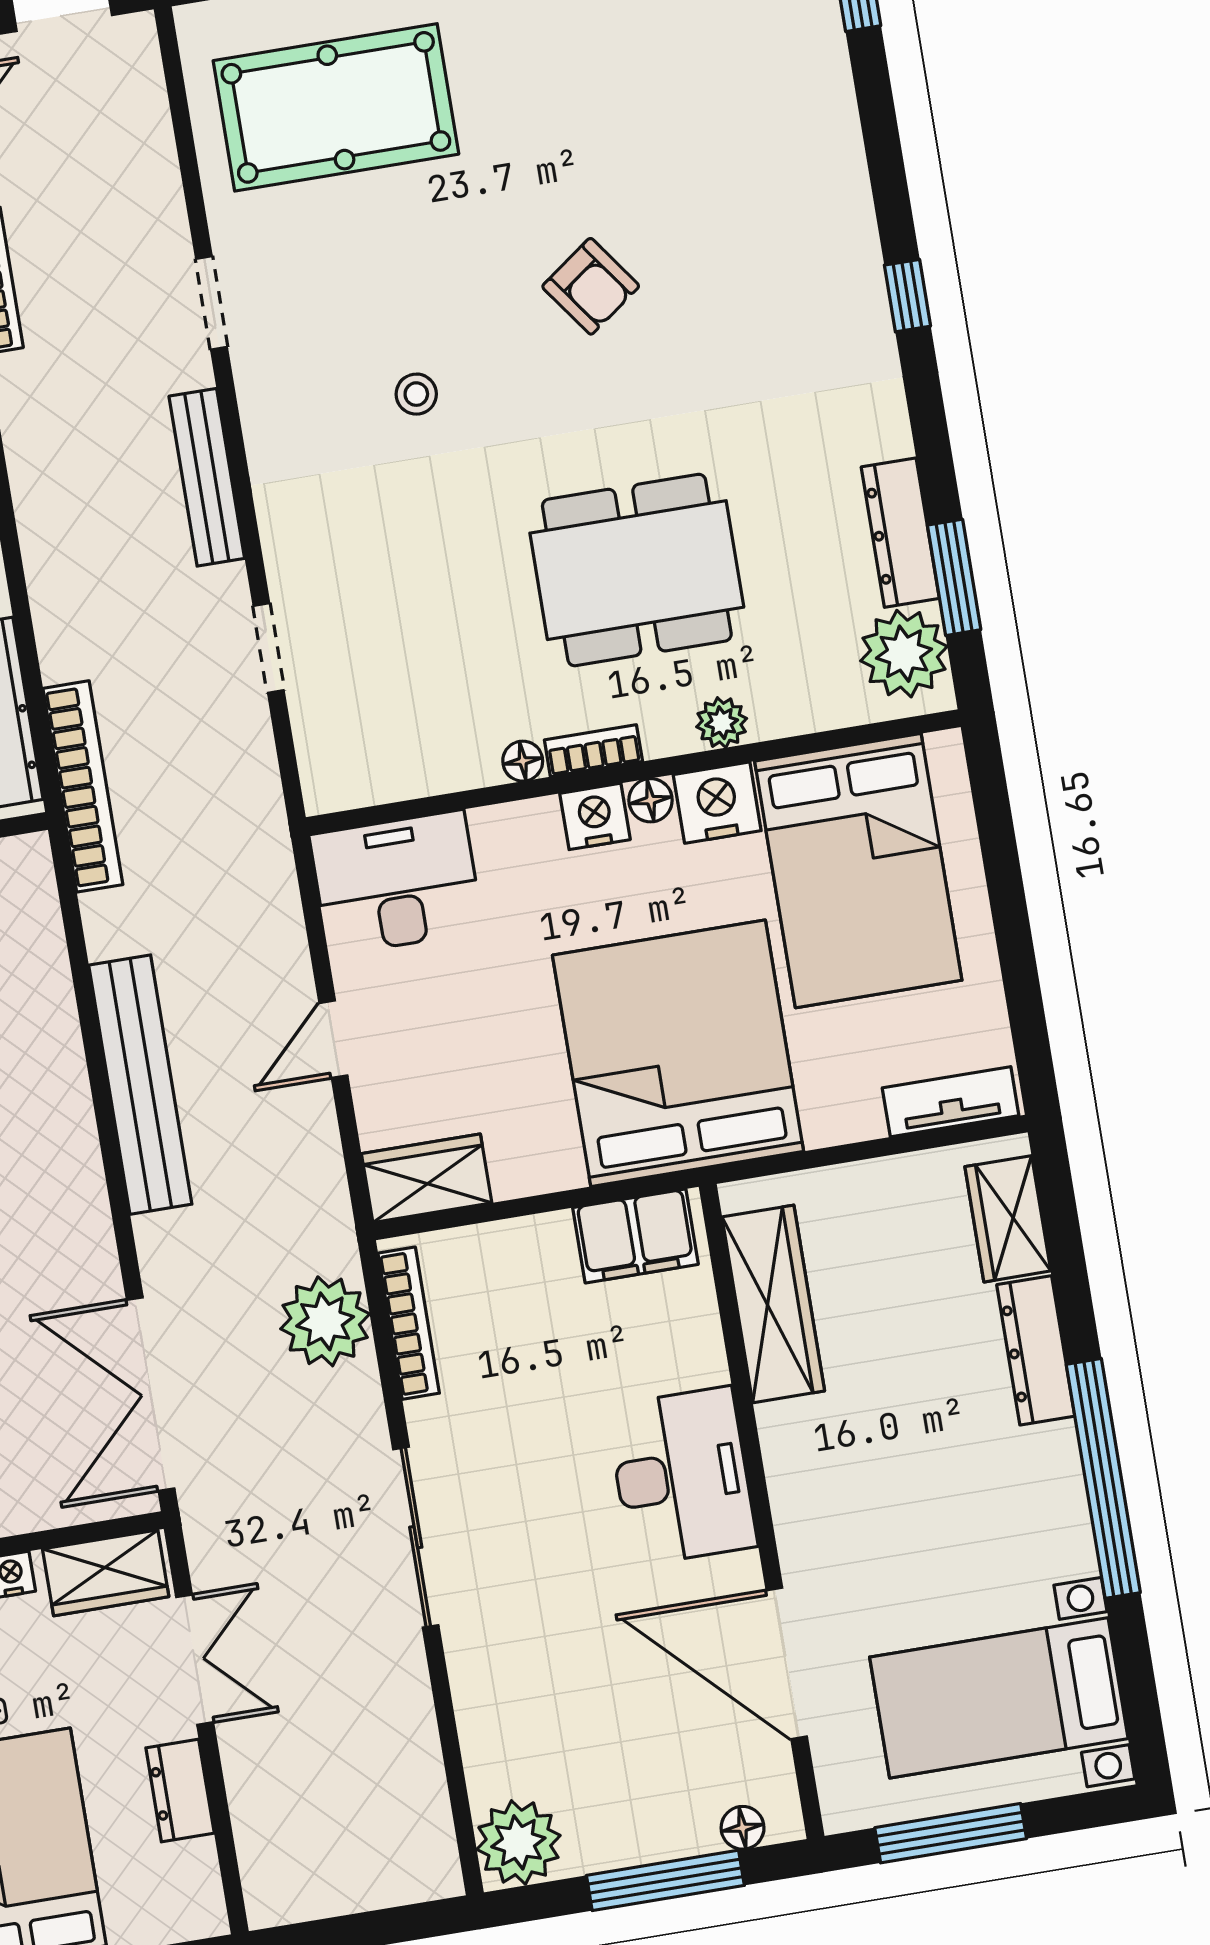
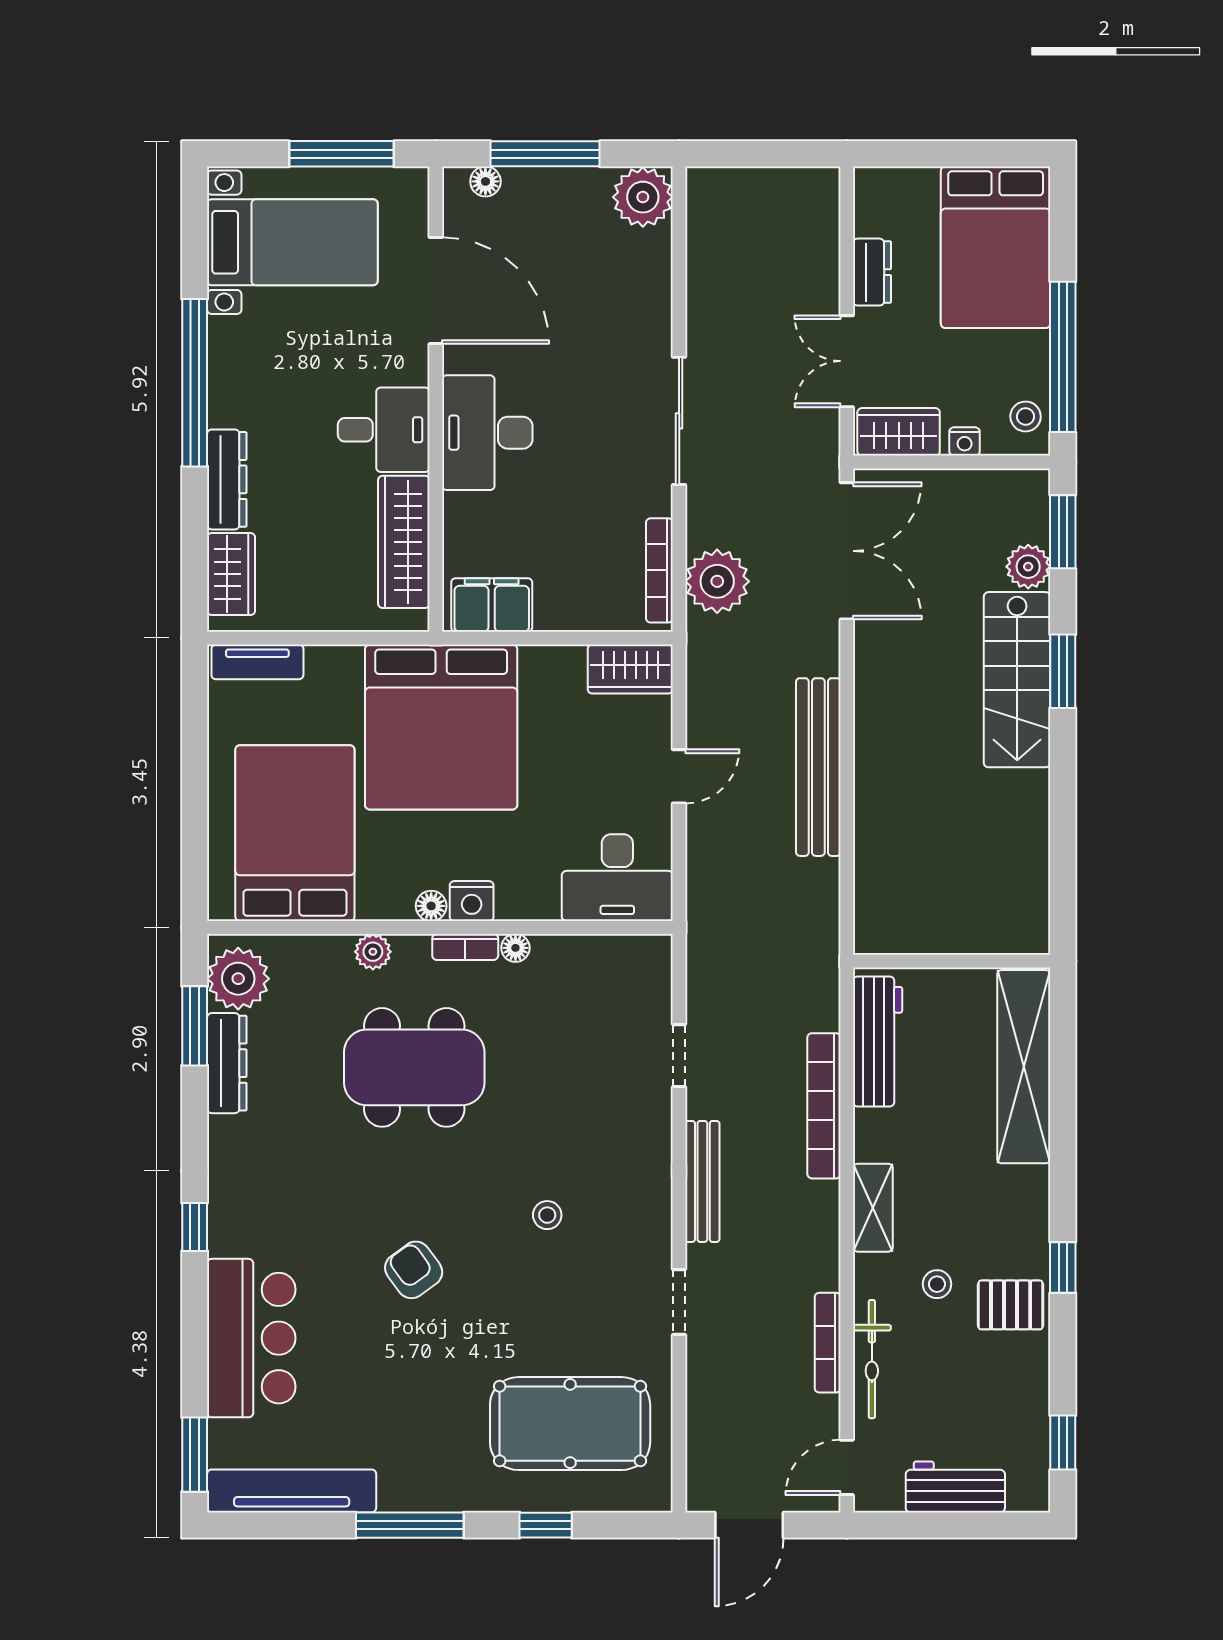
bar counter: (802, 153) -> (251, 1338), added
bookcase: (83, 786) -> (824, 1106), moved
nightstand: (717, 803) -> (385, 897), removed
desk: (827, 1456) -> (384, 430), added

